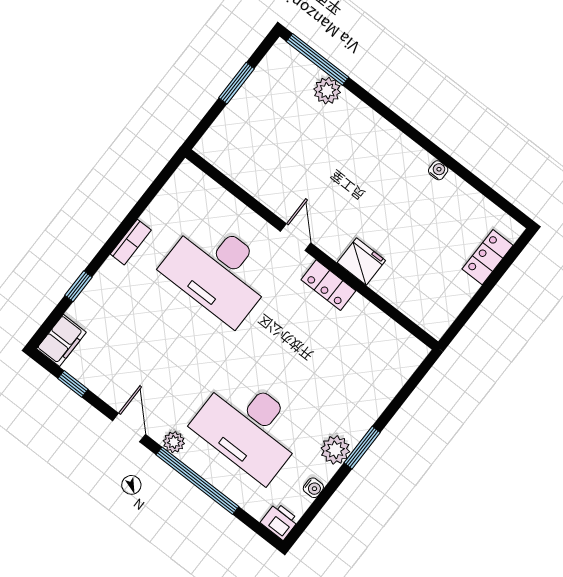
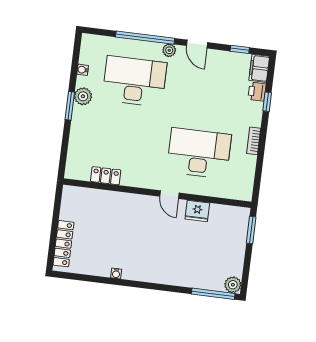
window: (237, 83) -> (251, 230), moved
plant: (327, 91) -> (233, 285), moved
locker: (488, 257) -> (63, 244), width x1.53
fridge: (361, 261) -> (197, 211), moved
locker: (328, 285) -> (106, 176), moved
printer: (280, 521) -> (257, 92), moved, turned 90

